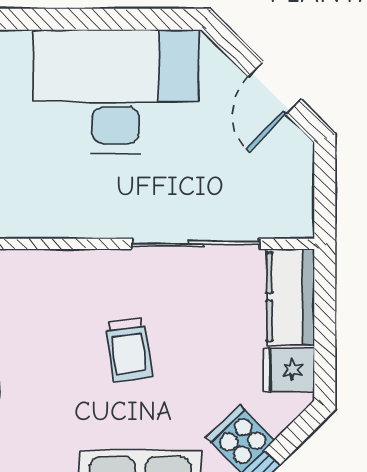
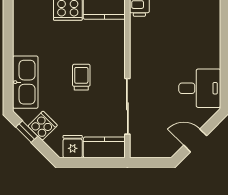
desk: (116, 92) -> (200, 88), width x0.53, depth x0.77
trolley: (129, 350) -> (81, 77), turned 98

